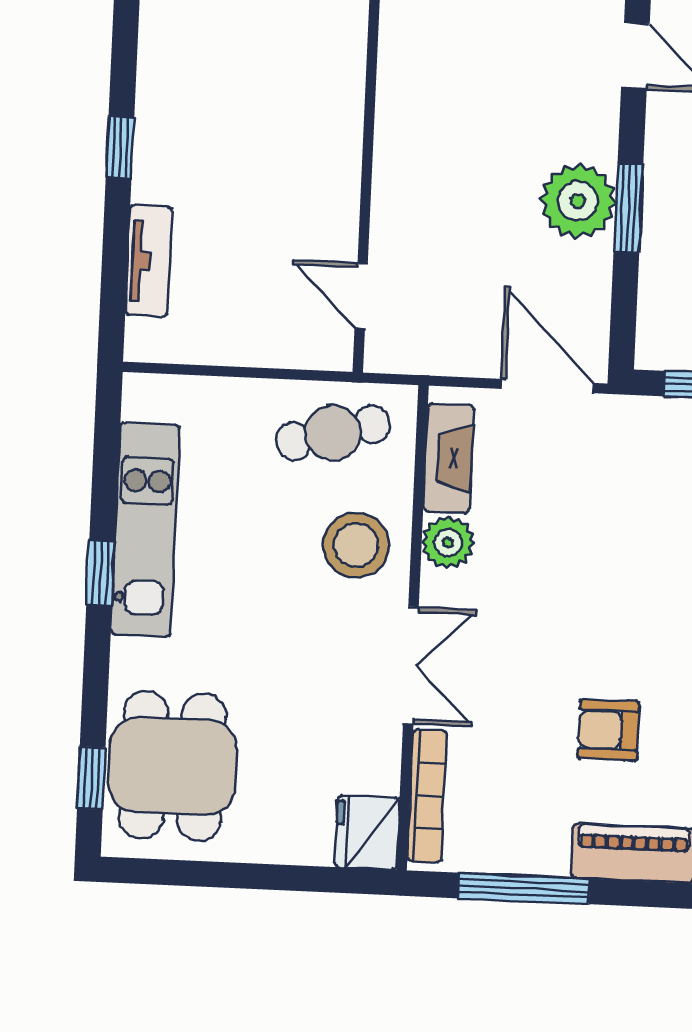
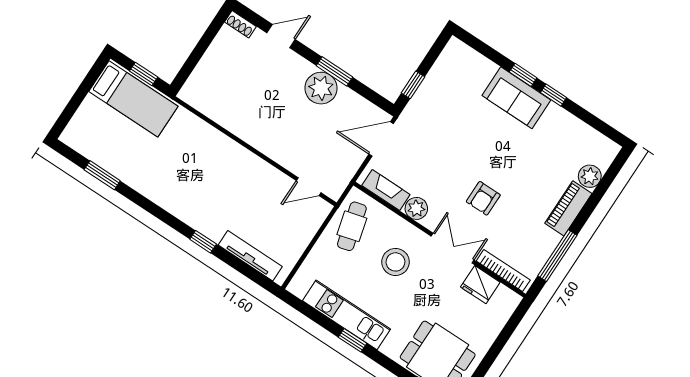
tv unit: (149, 261) -> (250, 256), width x1.41
stool: (356, 545) -> (395, 262), moved
armchair: (608, 730) -> (483, 198), moved
fridge: (367, 833) -> (480, 285), moved

